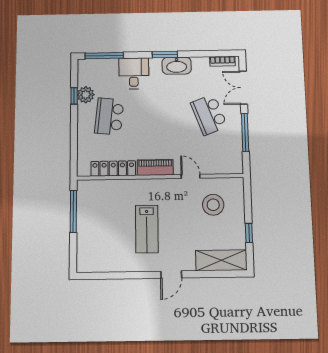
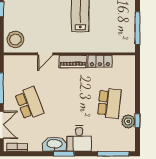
desk: (134, 73) -> (79, 138), moved
locker: (113, 169) -> (100, 61), width x0.66
door: (191, 176) -> (45, 54), hinge flipped
stool: (213, 205) -> (15, 40), moved

